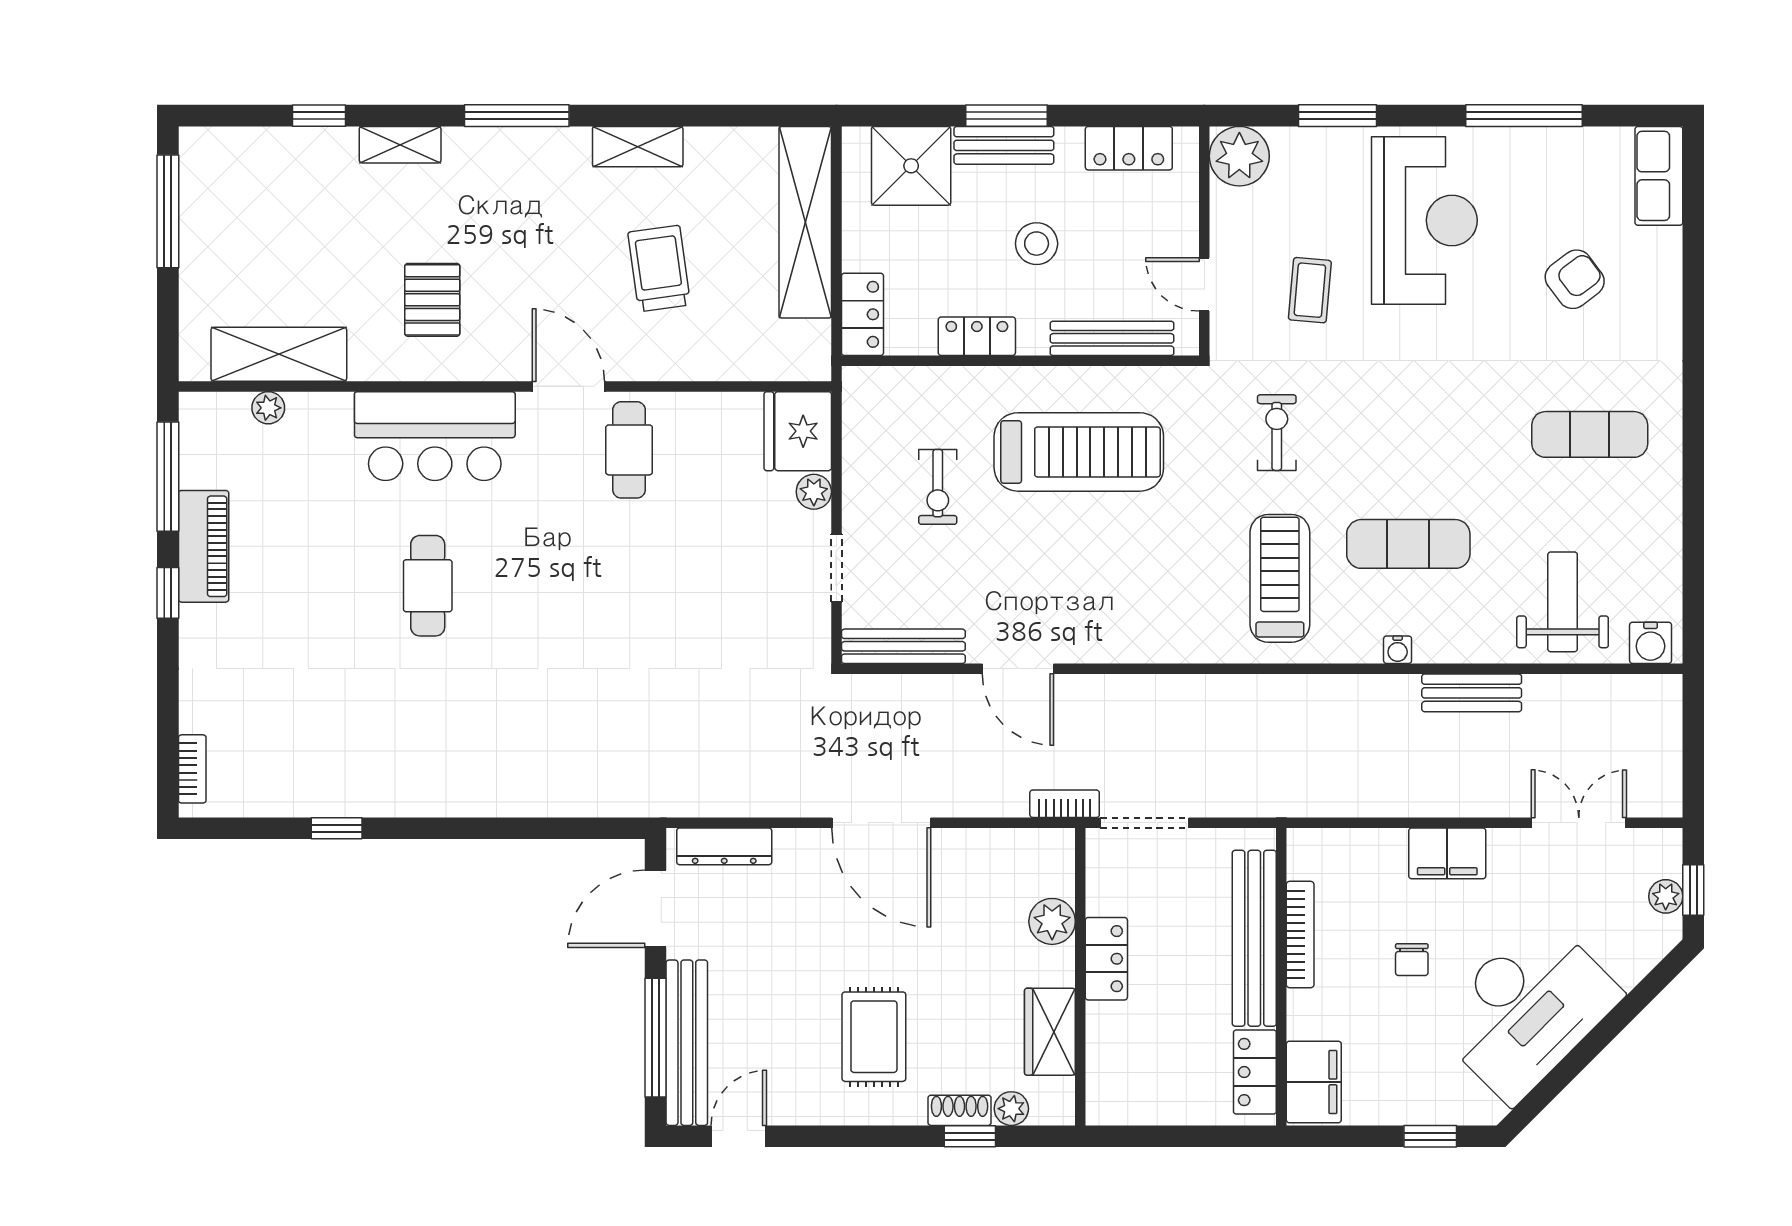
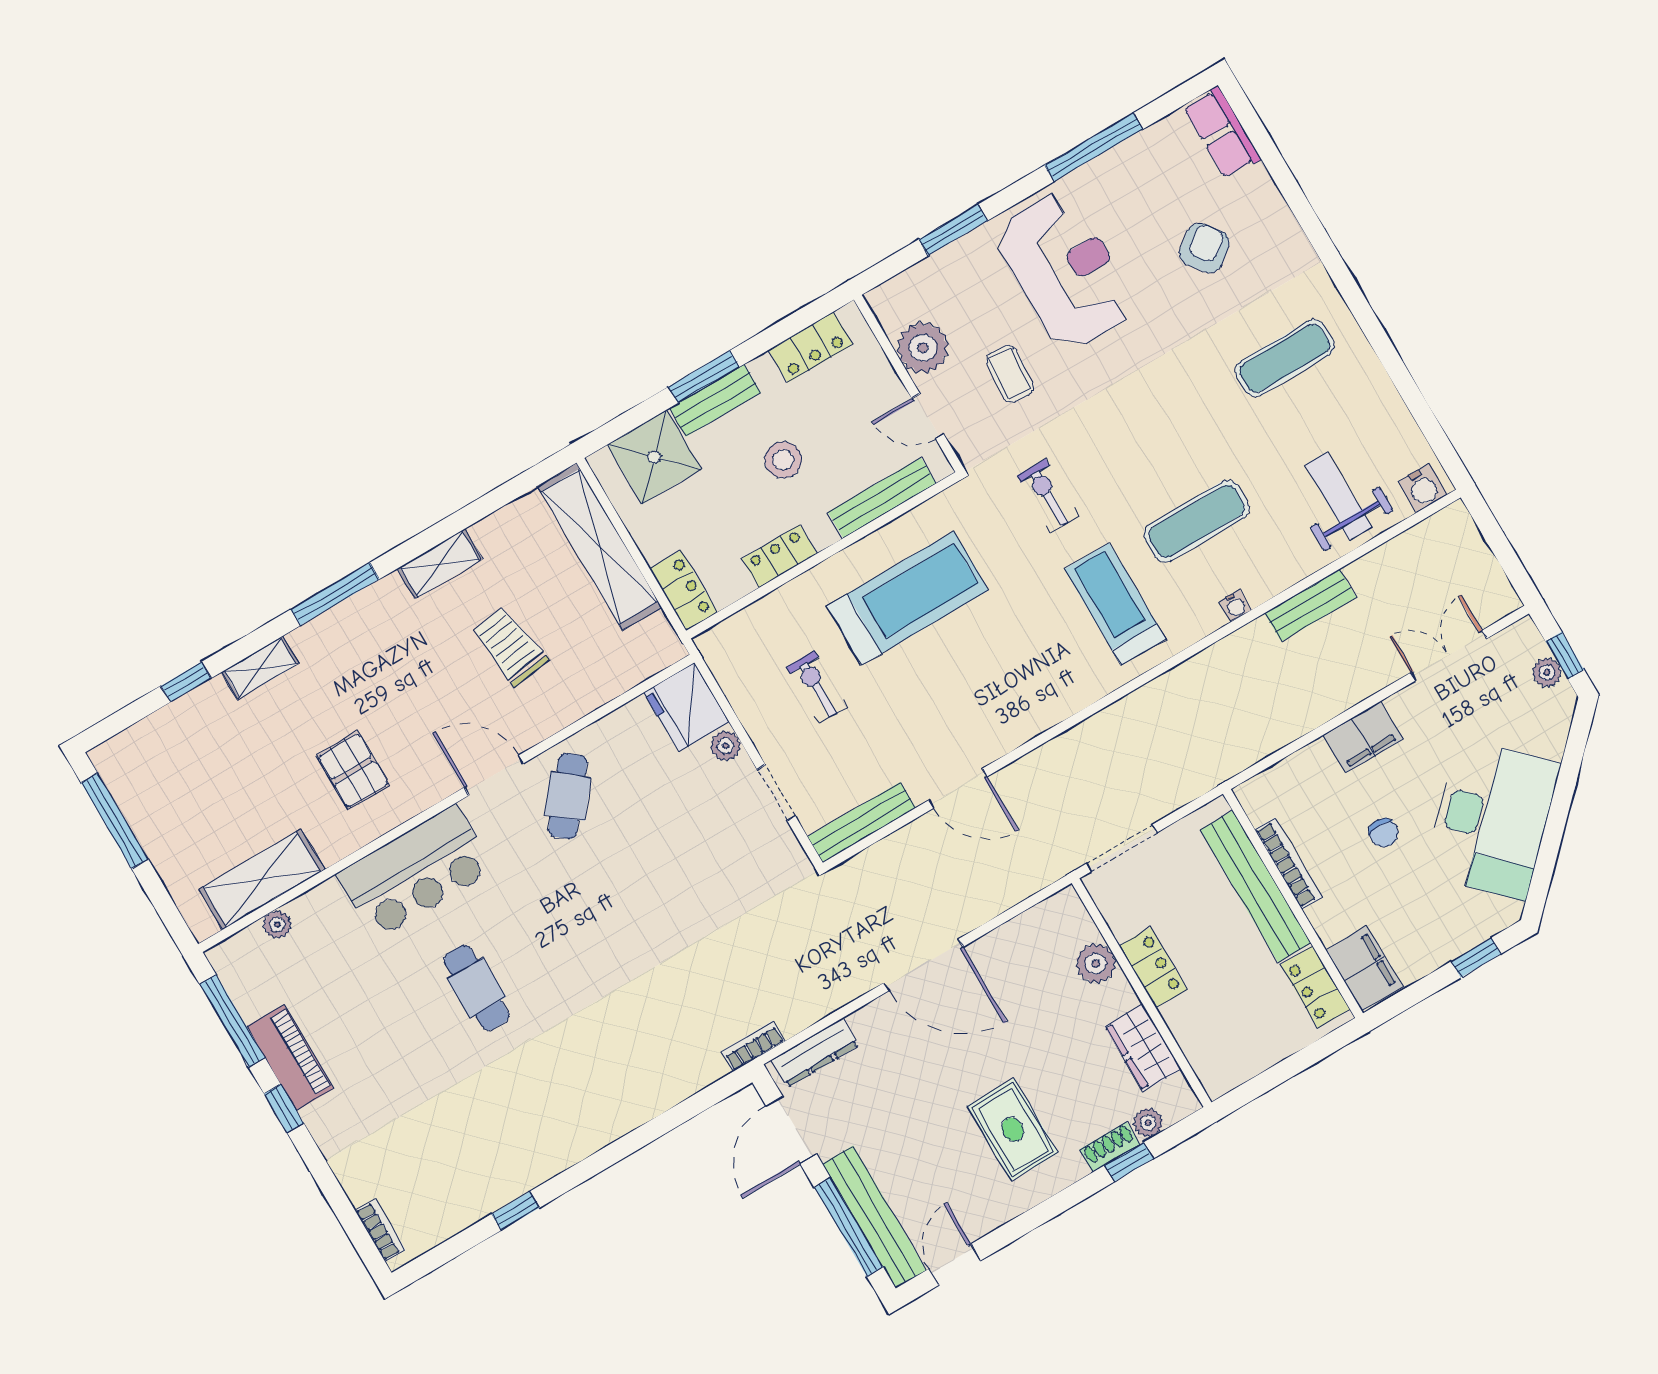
plant: (1239, 156) -> (923, 348), moved
cafe table: (629, 450) -> (568, 796), turned 39
exercise bike: (938, 487) -> (817, 687), turned 180
bookcase: (1065, 804) -> (753, 1046), moved

